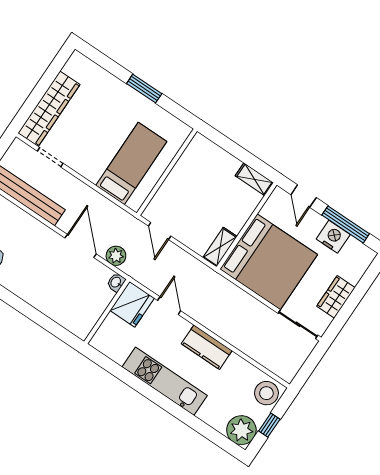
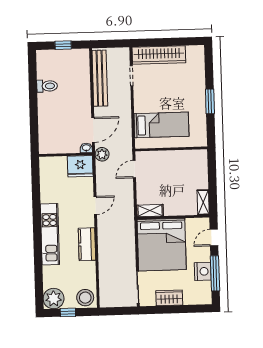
washbasin: (116, 282) -> (86, 148), moved
fridge: (132, 304) -> (80, 166), moved
wall: (107, 312) -> (66, 155), moved

